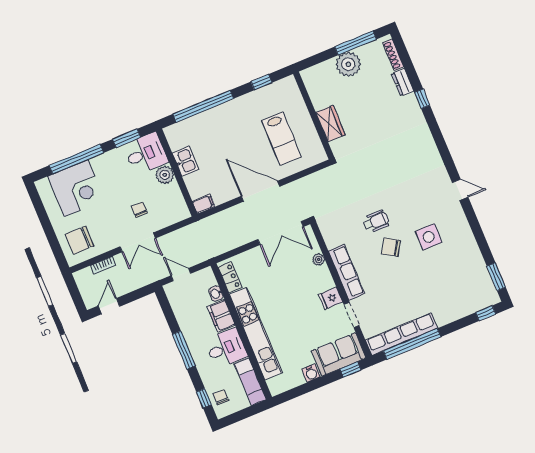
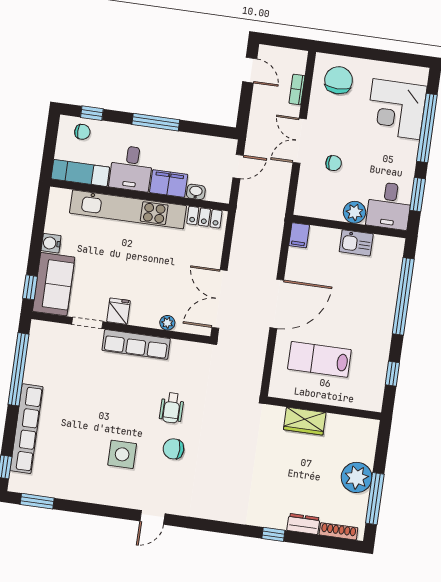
chair: (391, 247) -> (173, 449), moved, turned -122
row of seats: (401, 334) -> (27, 429), moved

